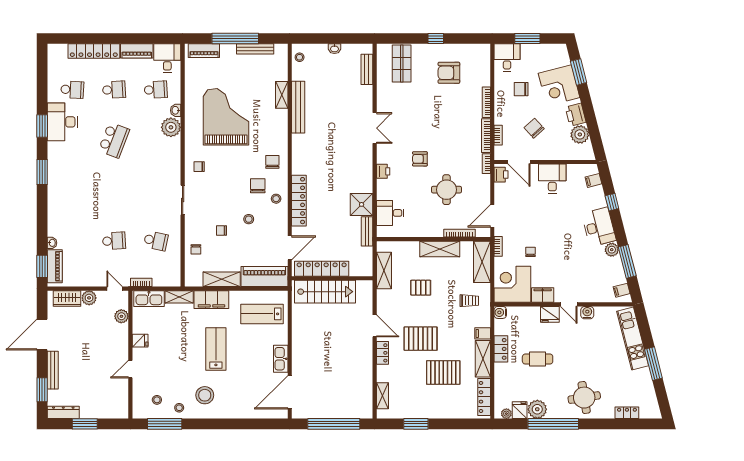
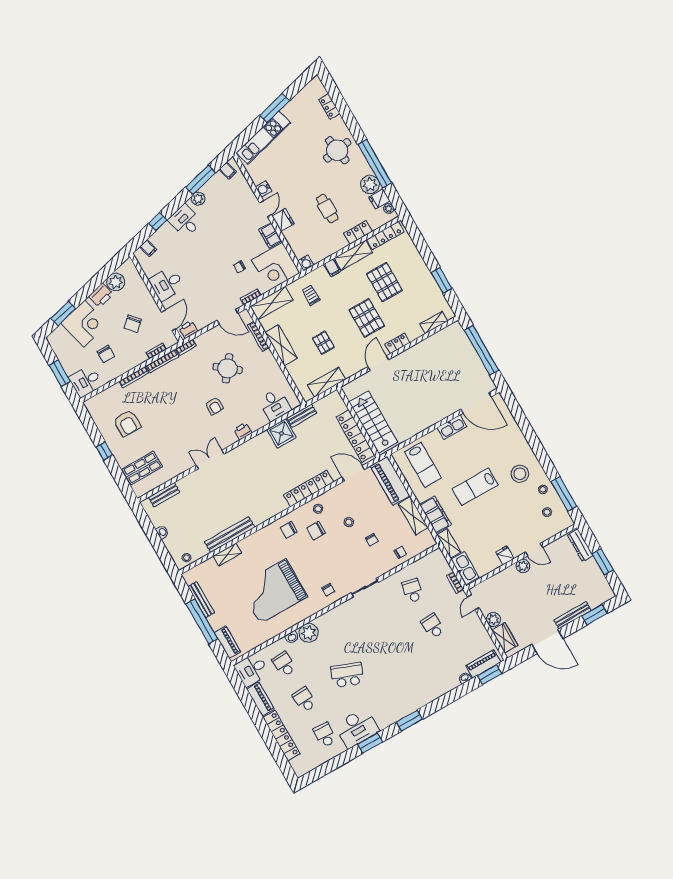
round table: (446, 190) -> (228, 368), turned 38
desk: (599, 227) -> (185, 221), width x0.73
plant: (121, 316) -> (523, 566), moved
locker: (501, 349) -> (358, 232), moved
dresser: (63, 412) -> (580, 545), moved

